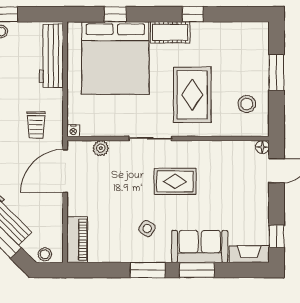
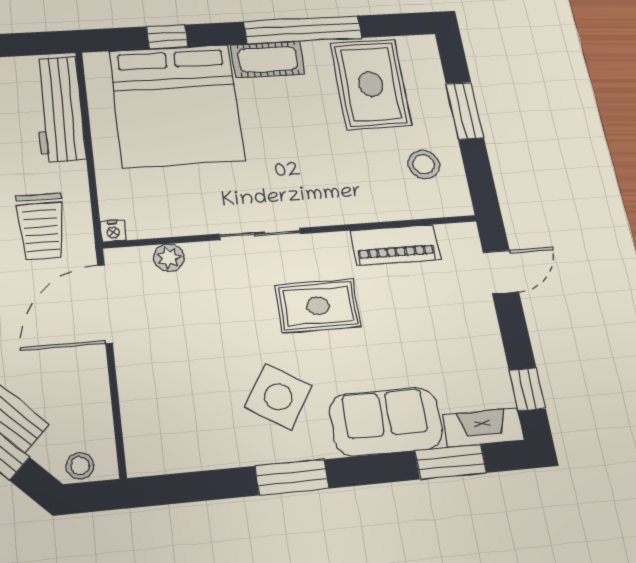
window: (193, 14) -> (303, 30), width x3.17
rug: (192, 95) -> (371, 84), moved
trolley: (36, 125) -> (41, 226), width x1.36, depth x1.39
floor lamp: (262, 147) -> (467, 234), removed
side table: (147, 228) -> (278, 397), width x1.87, depth x1.87
piano: (77, 240) -> (395, 245), moved, turned 90
window: (197, 270) -> (451, 462), moved

